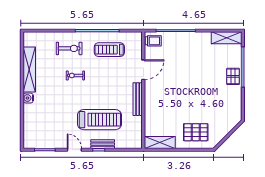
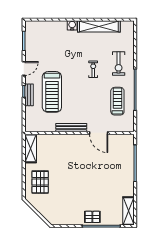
trolley: (153, 41) -> (126, 142), removed

